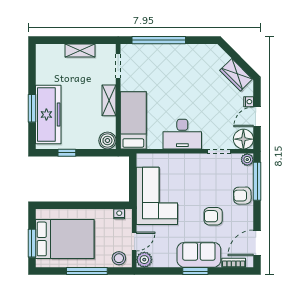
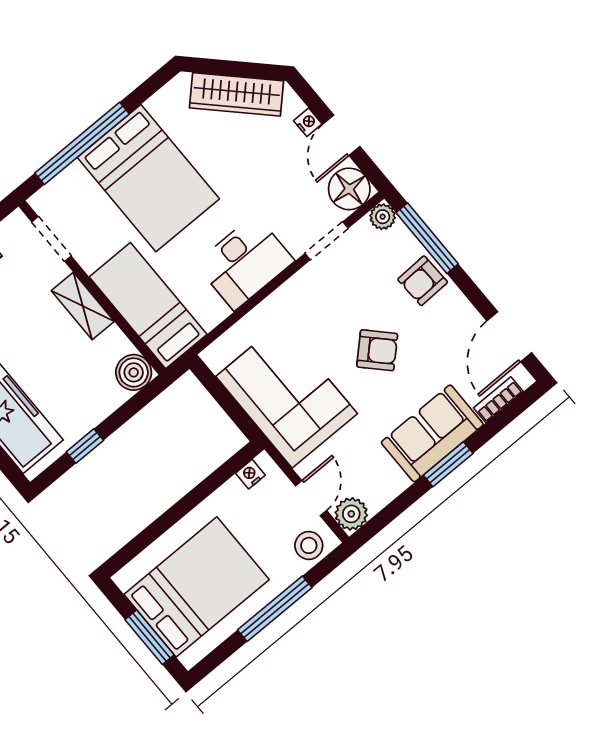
bed: (173, 73) -> (148, 178), added
wardrobe: (236, 75) -> (236, 94), width x1.50
armchair: (213, 216) -> (377, 350), moved, turned -134

